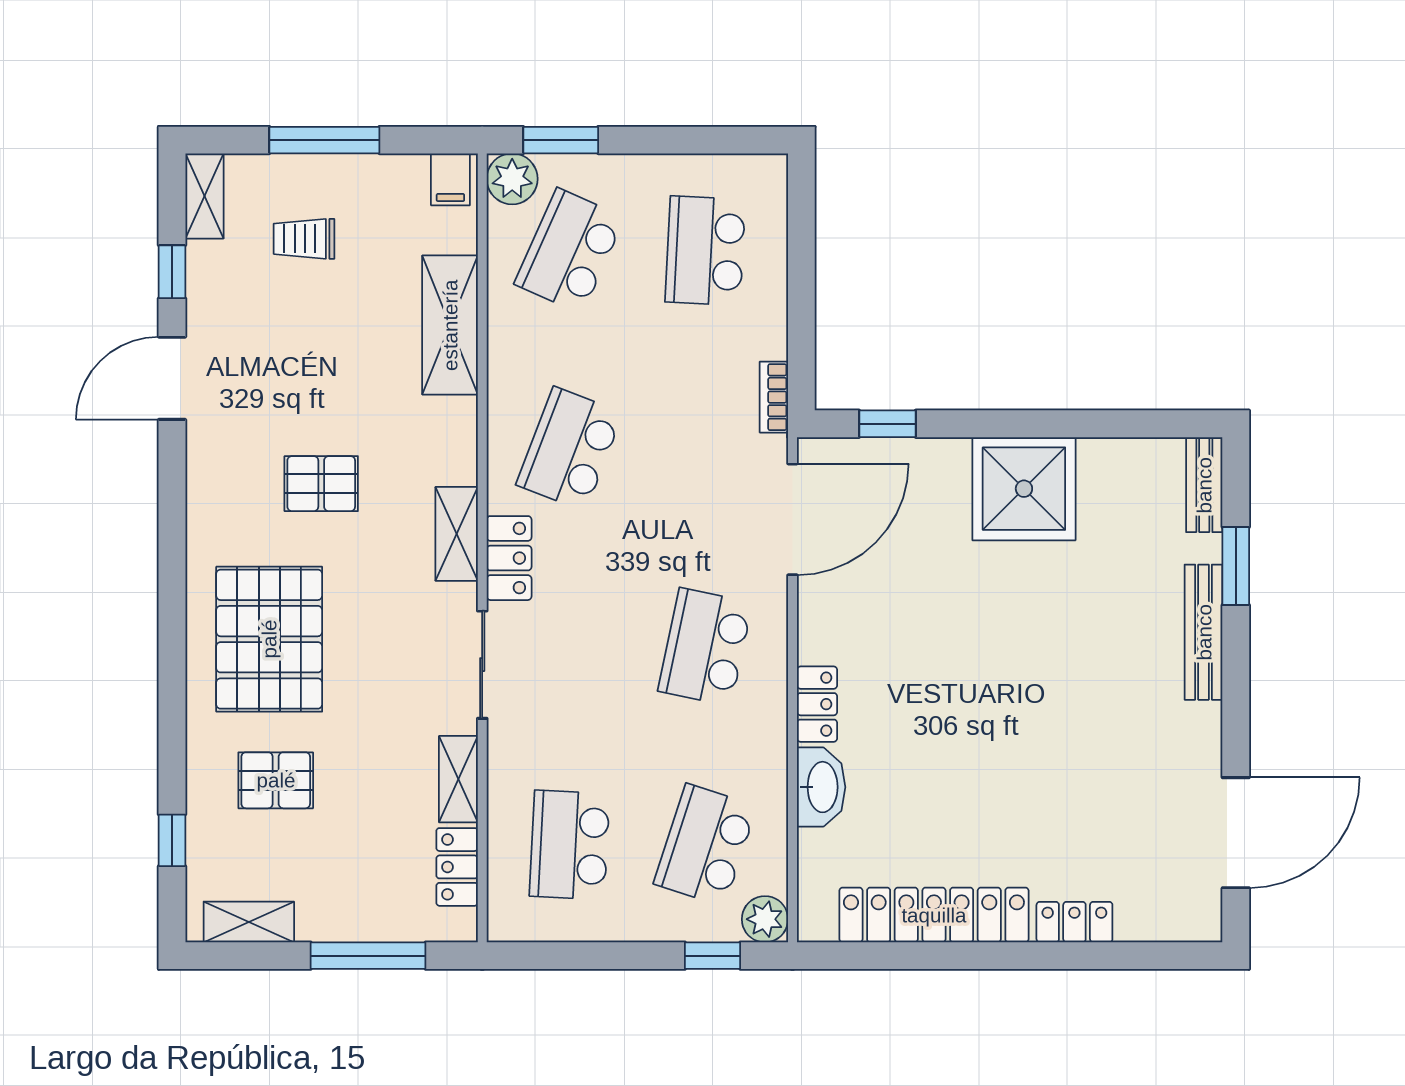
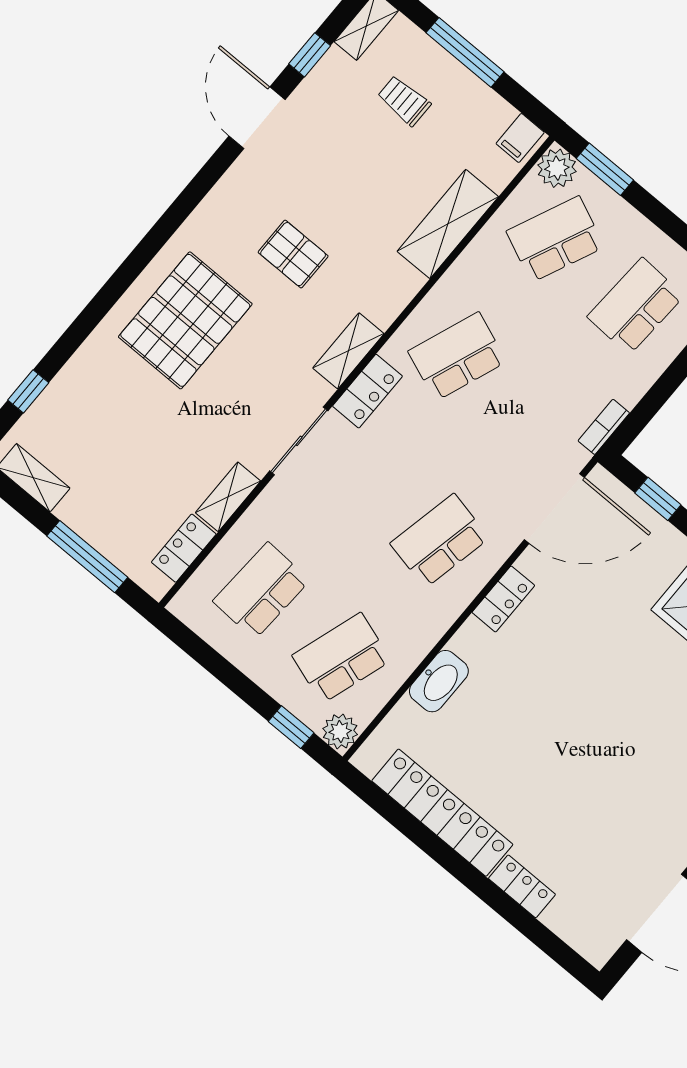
door: (172, 378) -> (257, 118), hinge flipped
locker: (817, 704) -> (503, 599), moved
pallet: (276, 780) -> (119, 407), removed

